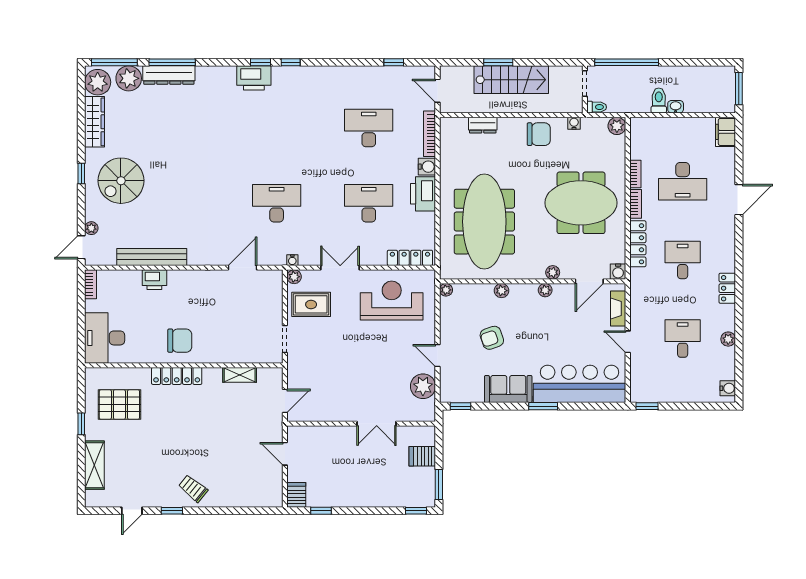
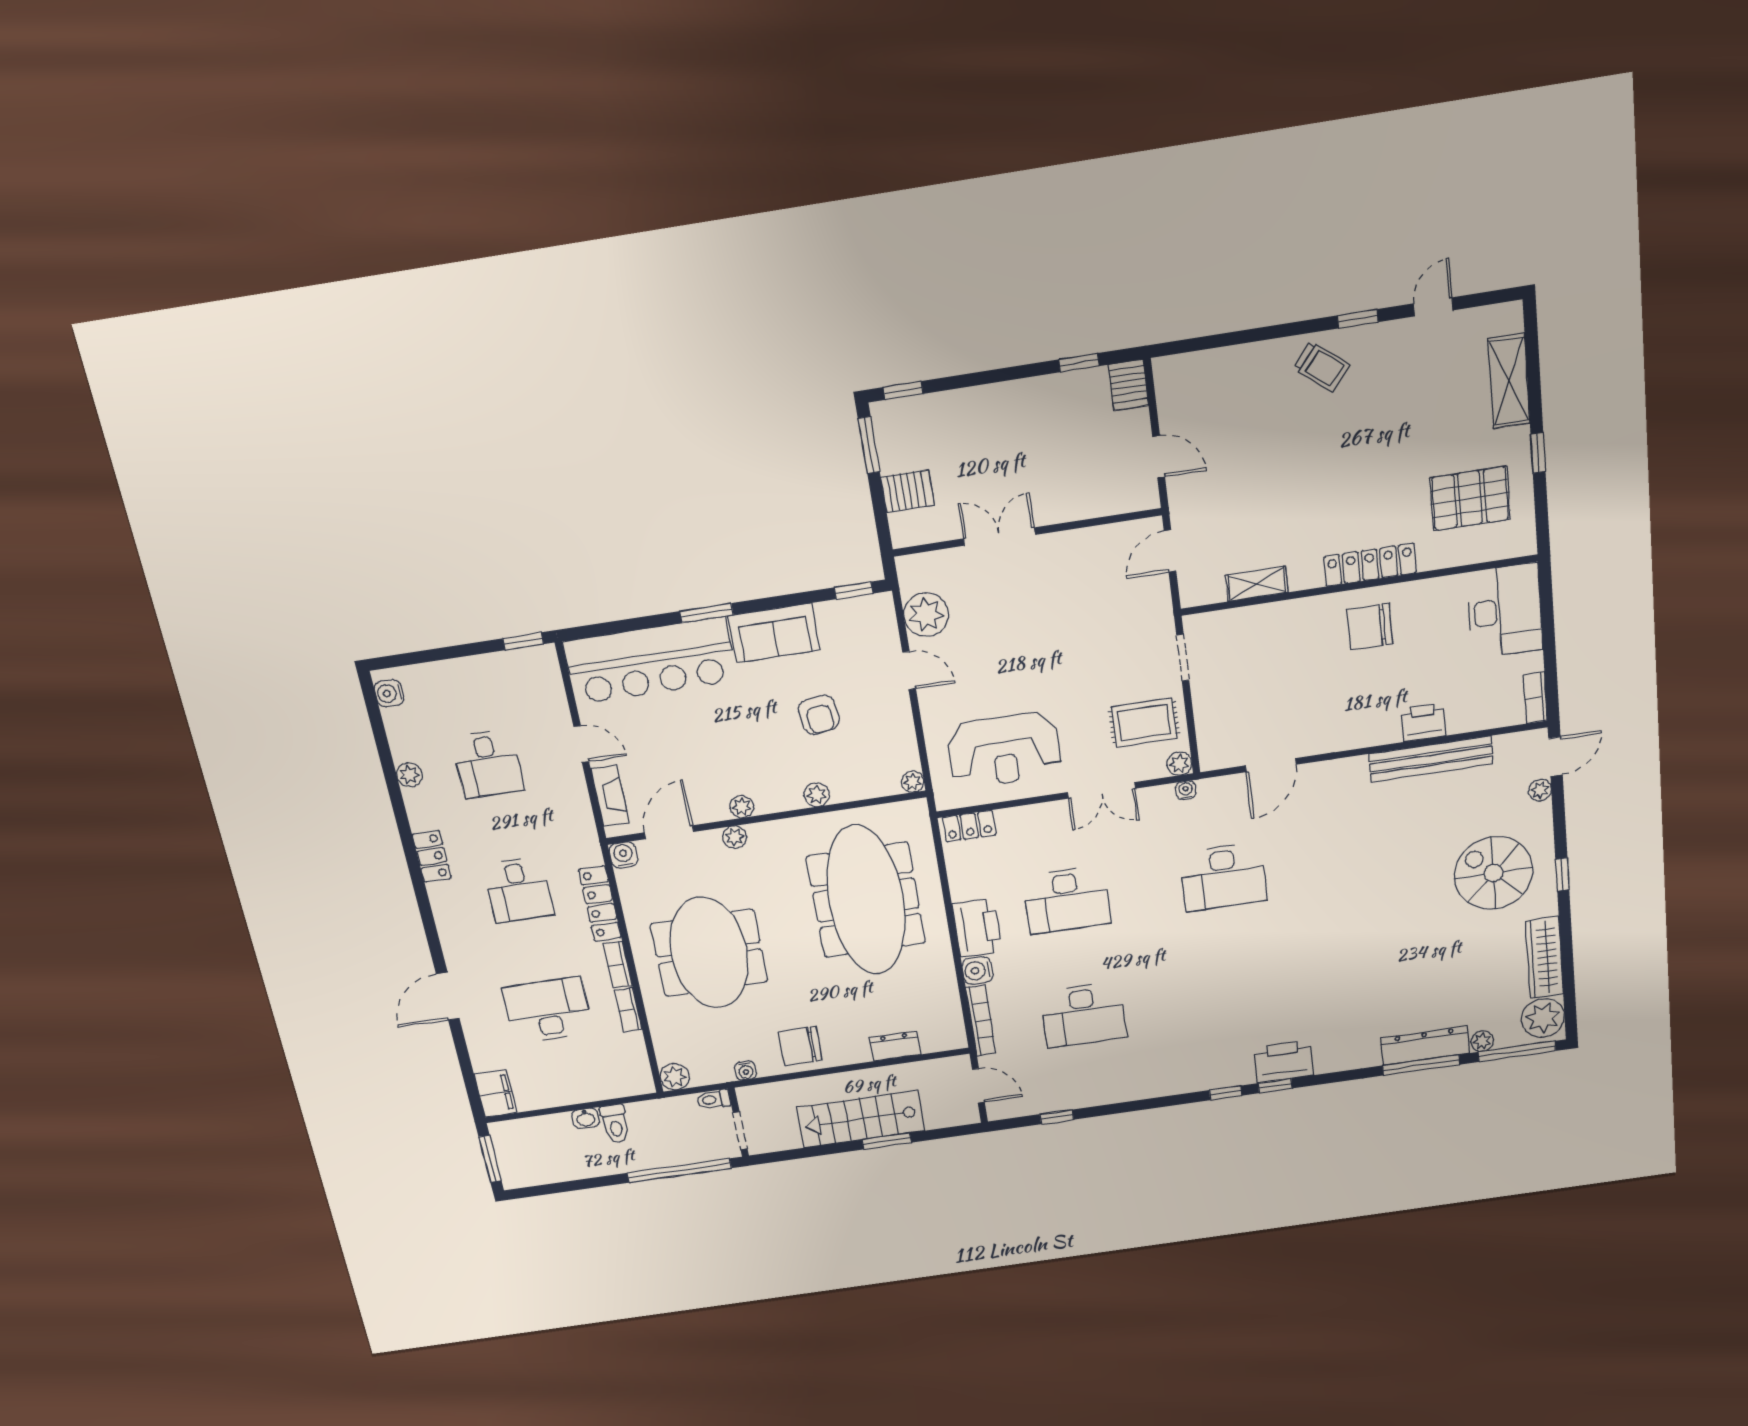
plant: (129, 78) -> (1482, 1041), width x0.53, depth x0.53
spiral stairs: (121, 181) -> (1493, 873), turned -90
meeting table: (581, 203) -> (709, 953), turned 90
locker: (410, 258) -> (969, 826), width x0.66
armchair: (492, 338) -> (819, 715), turned 102

